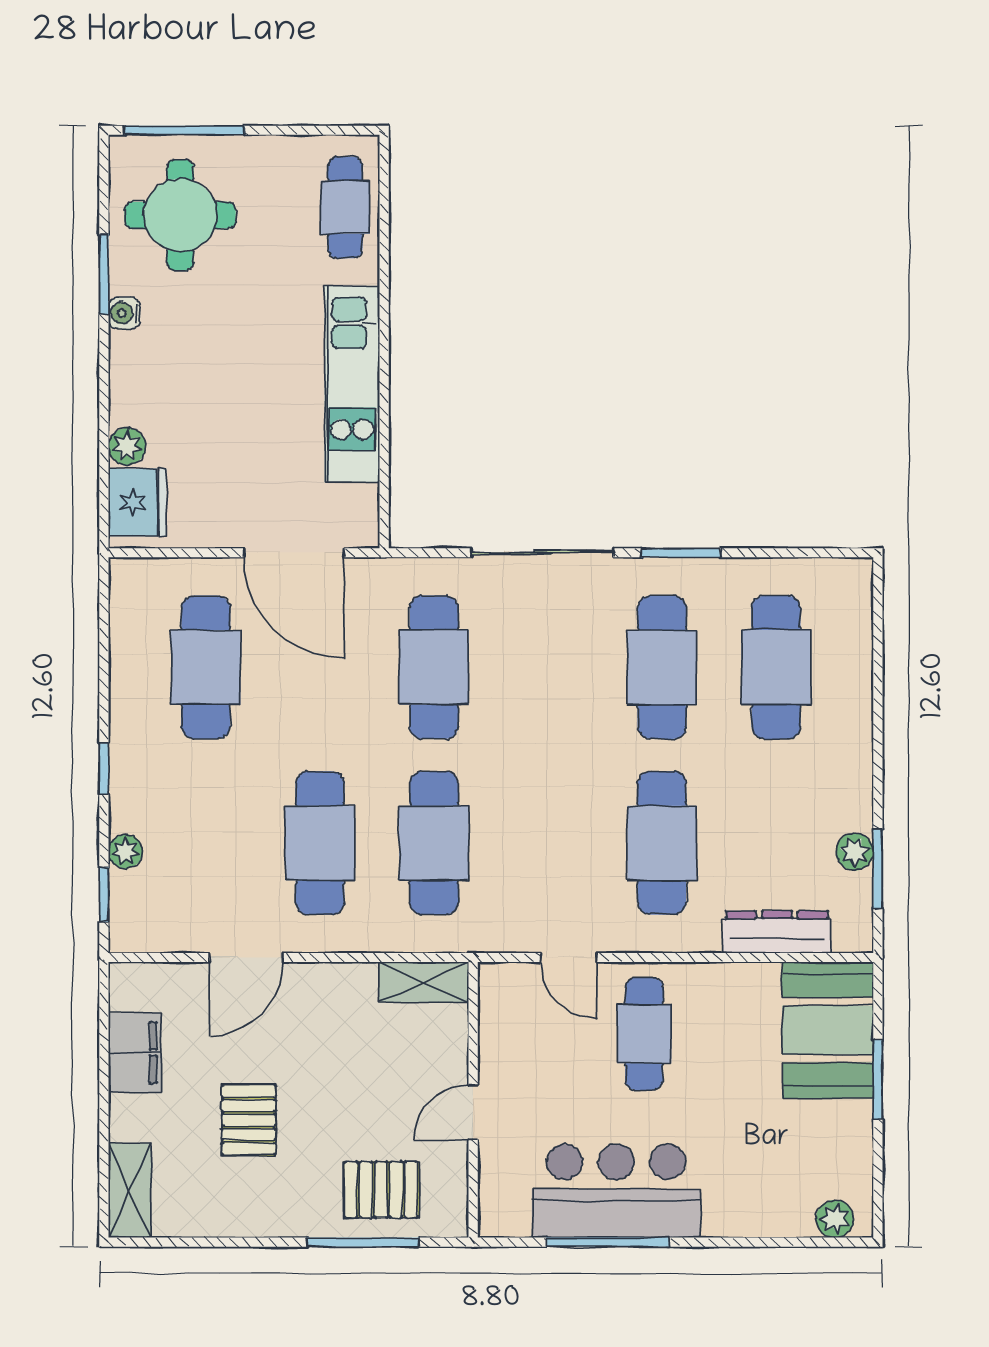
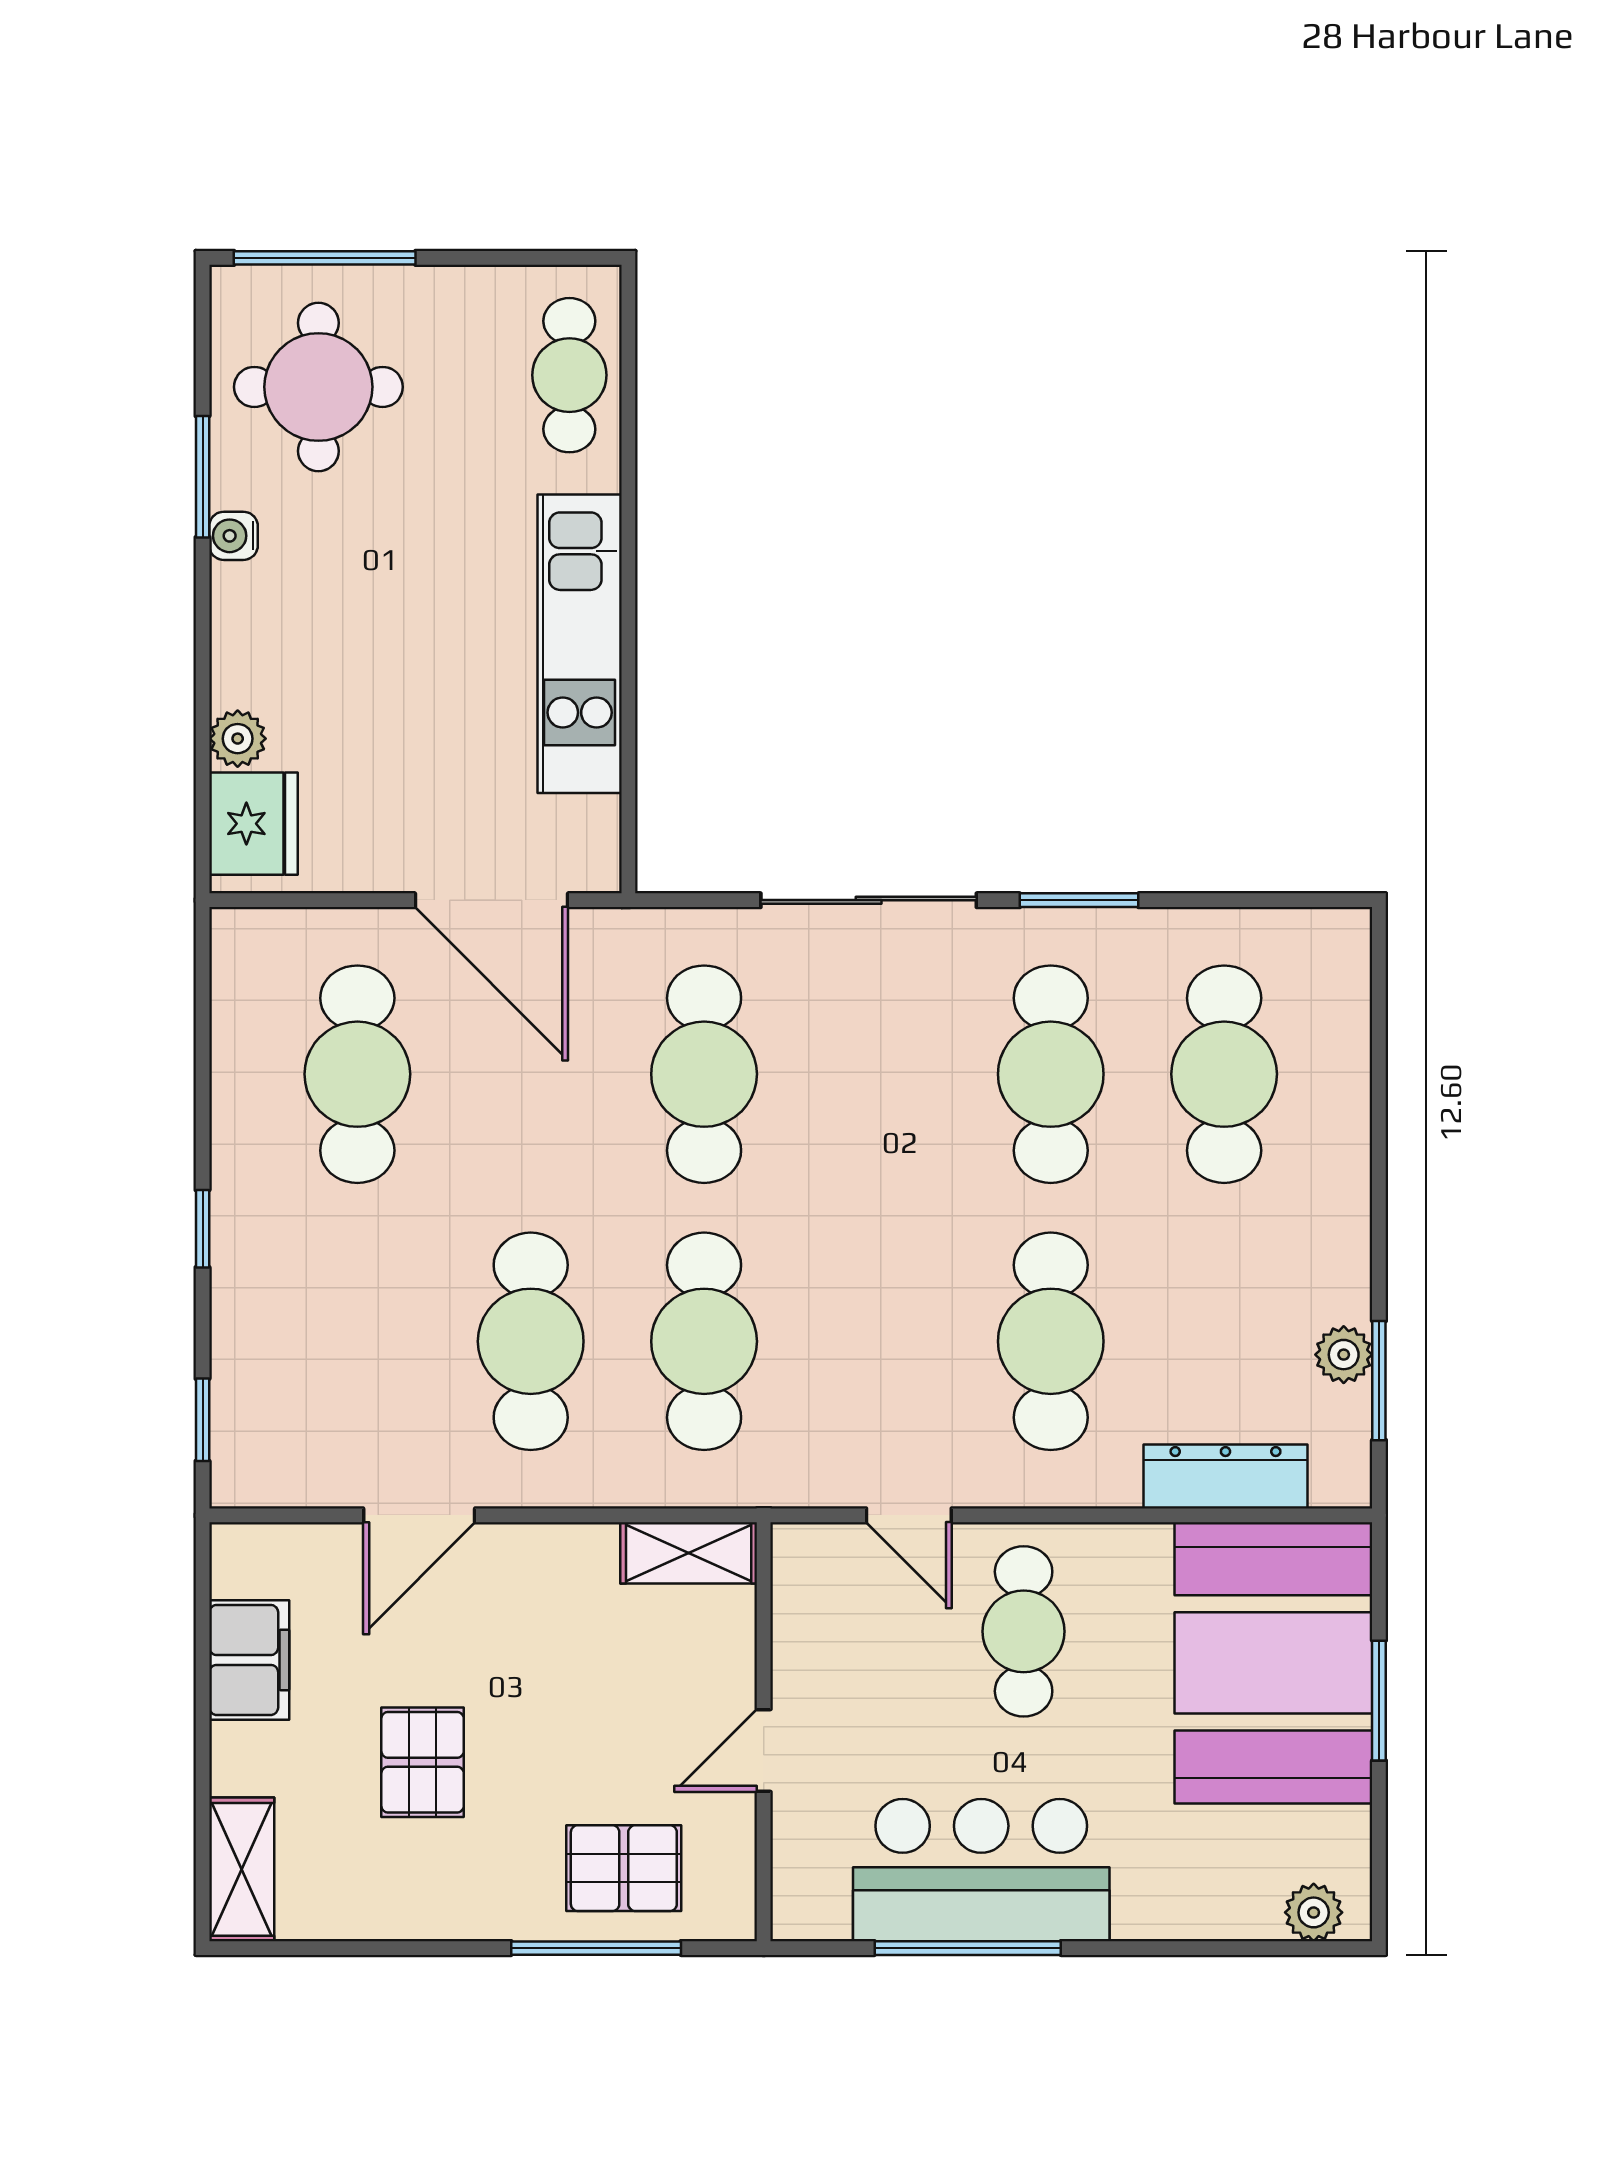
plant: (125, 851) -> (235, 1354), removed
booth: (828, 1030) -> (1273, 1663), width x1.36, depth x1.42

